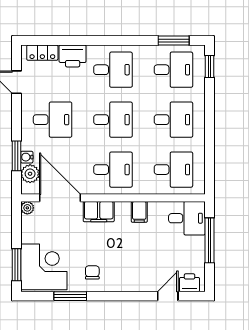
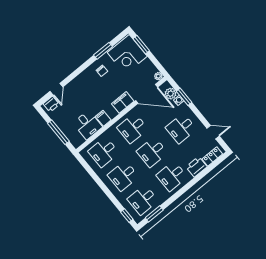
desk: (187, 218) -> (88, 125), moved, turned -90

